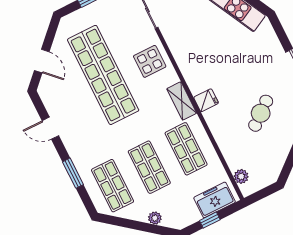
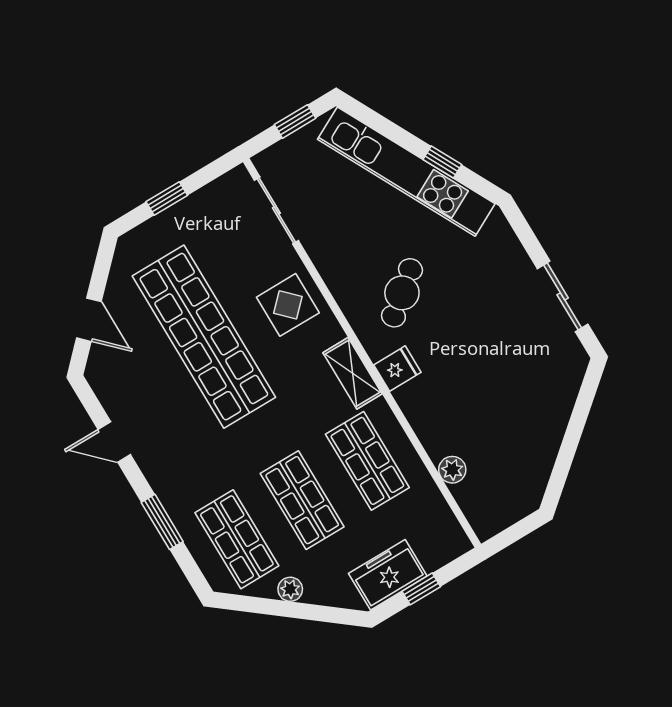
cafe table: (261, 113) -> (402, 293), moved
plant: (241, 176) -> (452, 470), moved
freezer: (215, 200) -> (388, 575), moved
plant: (155, 218) -> (290, 589), moved

